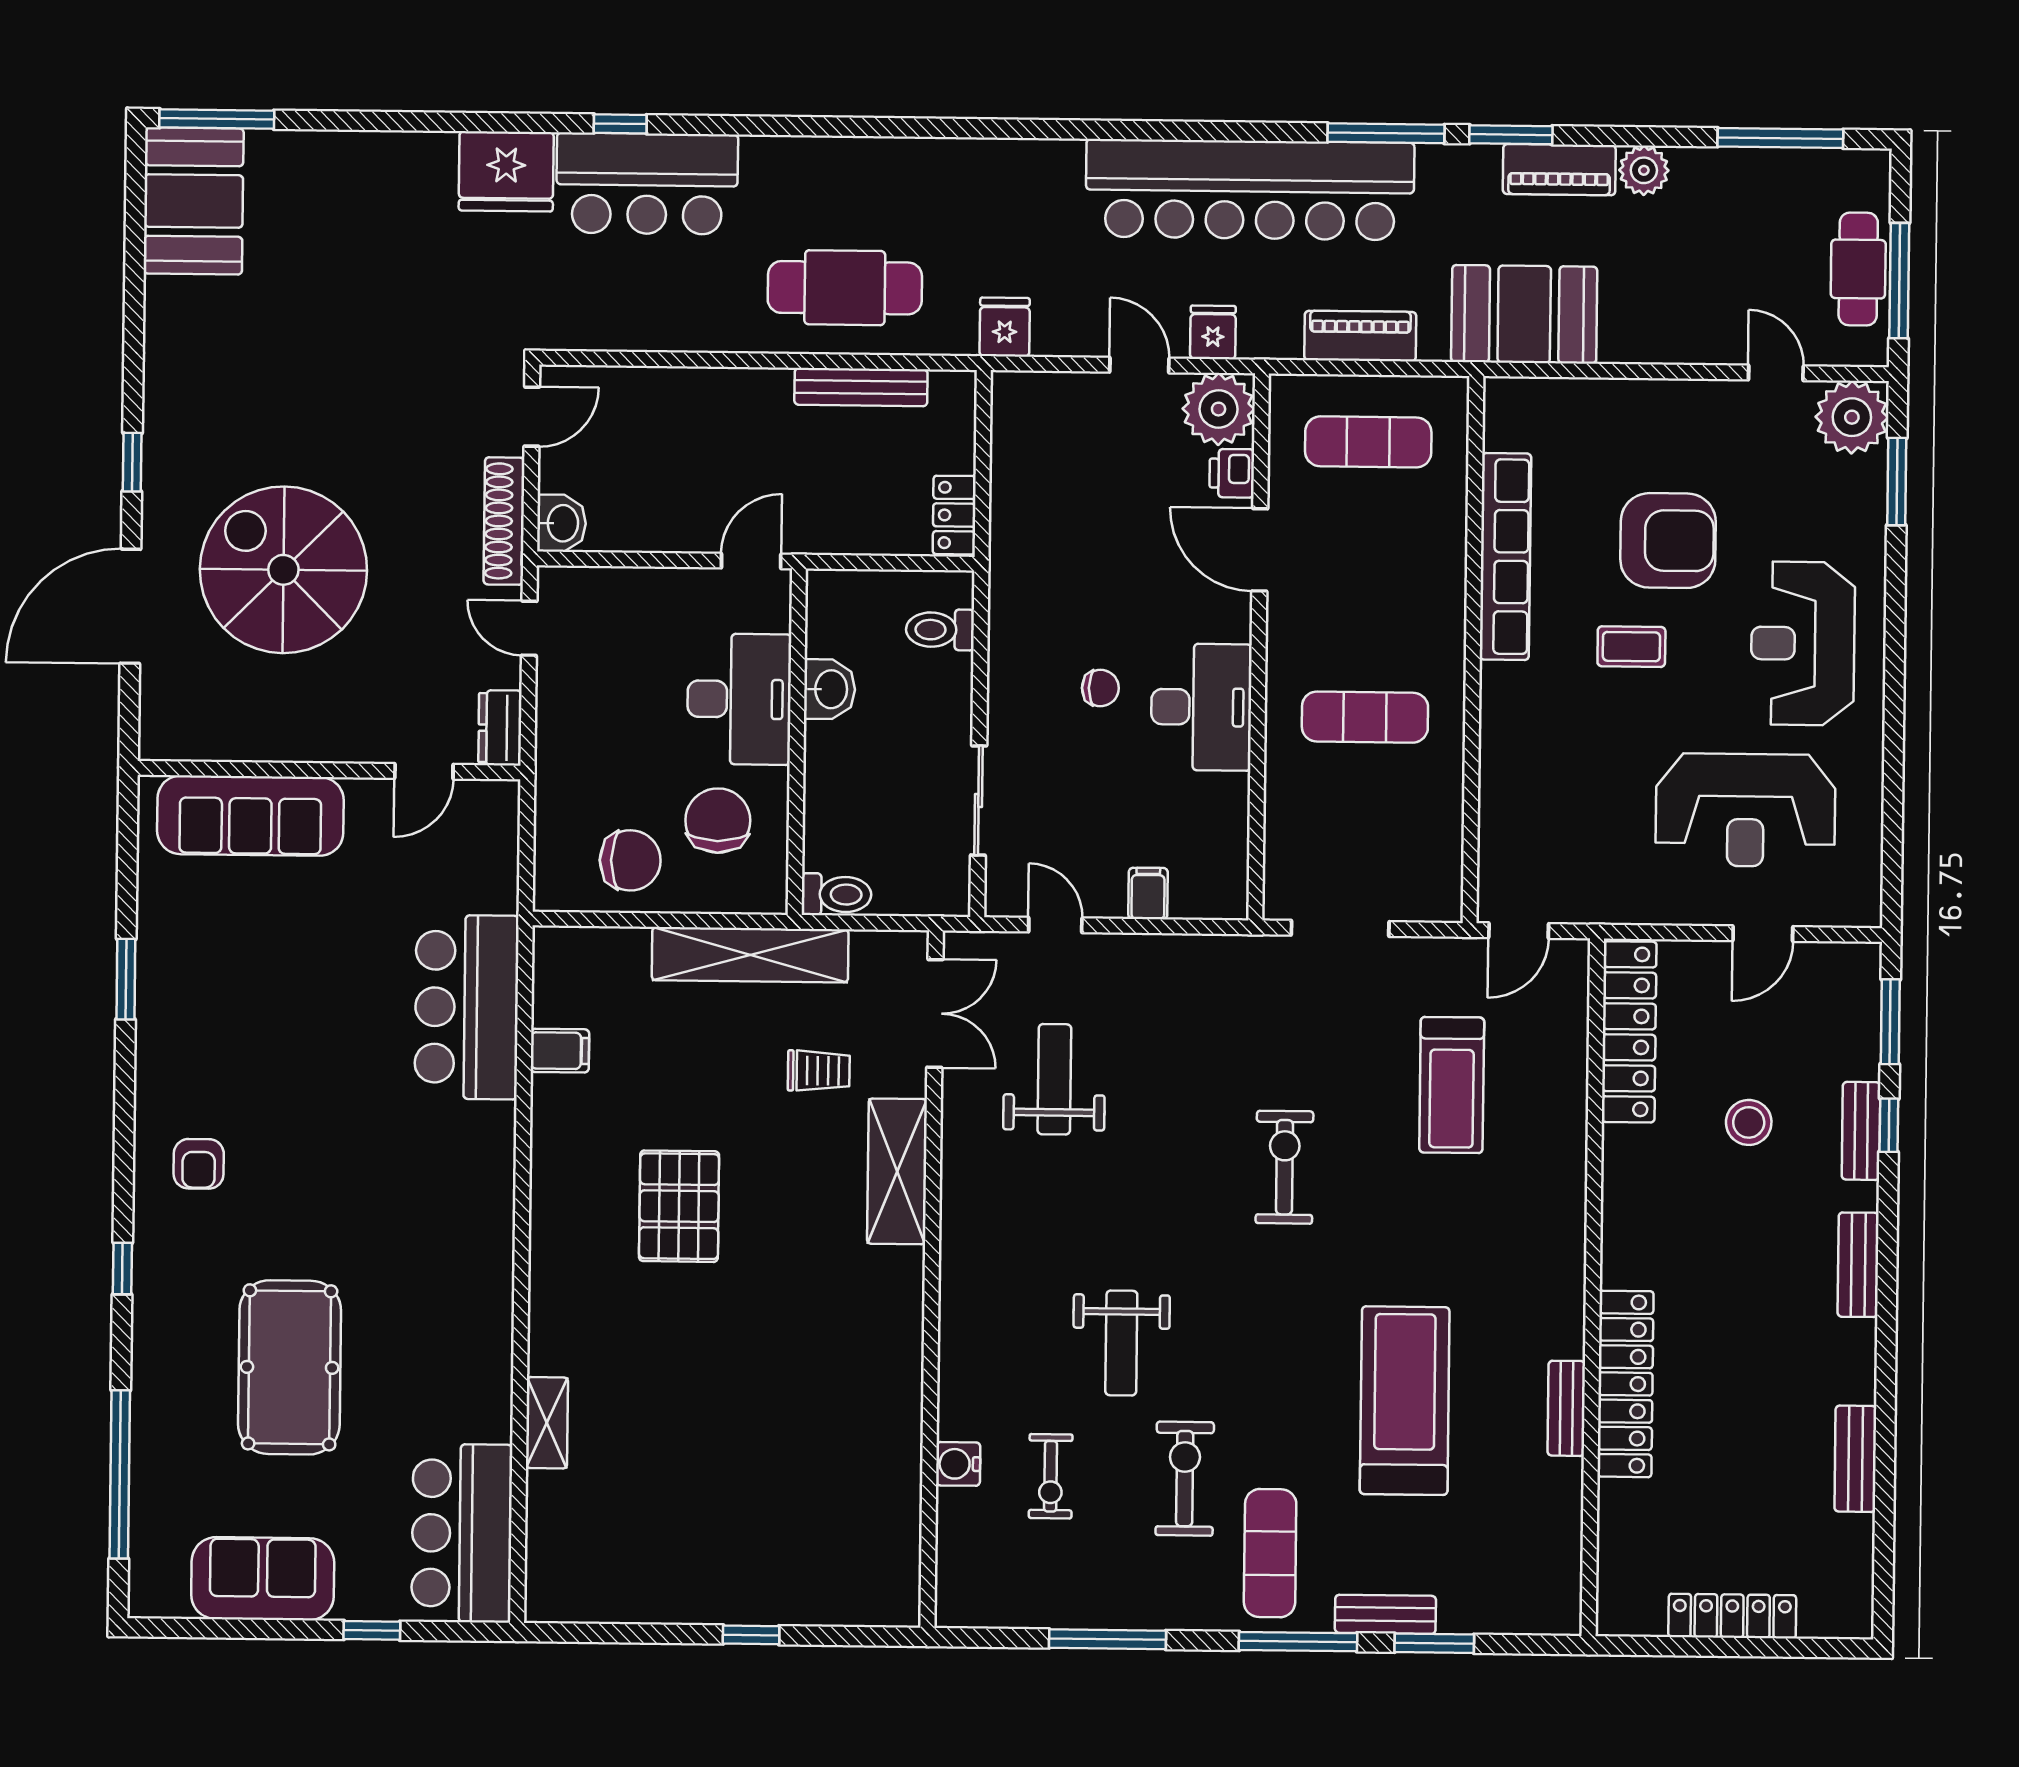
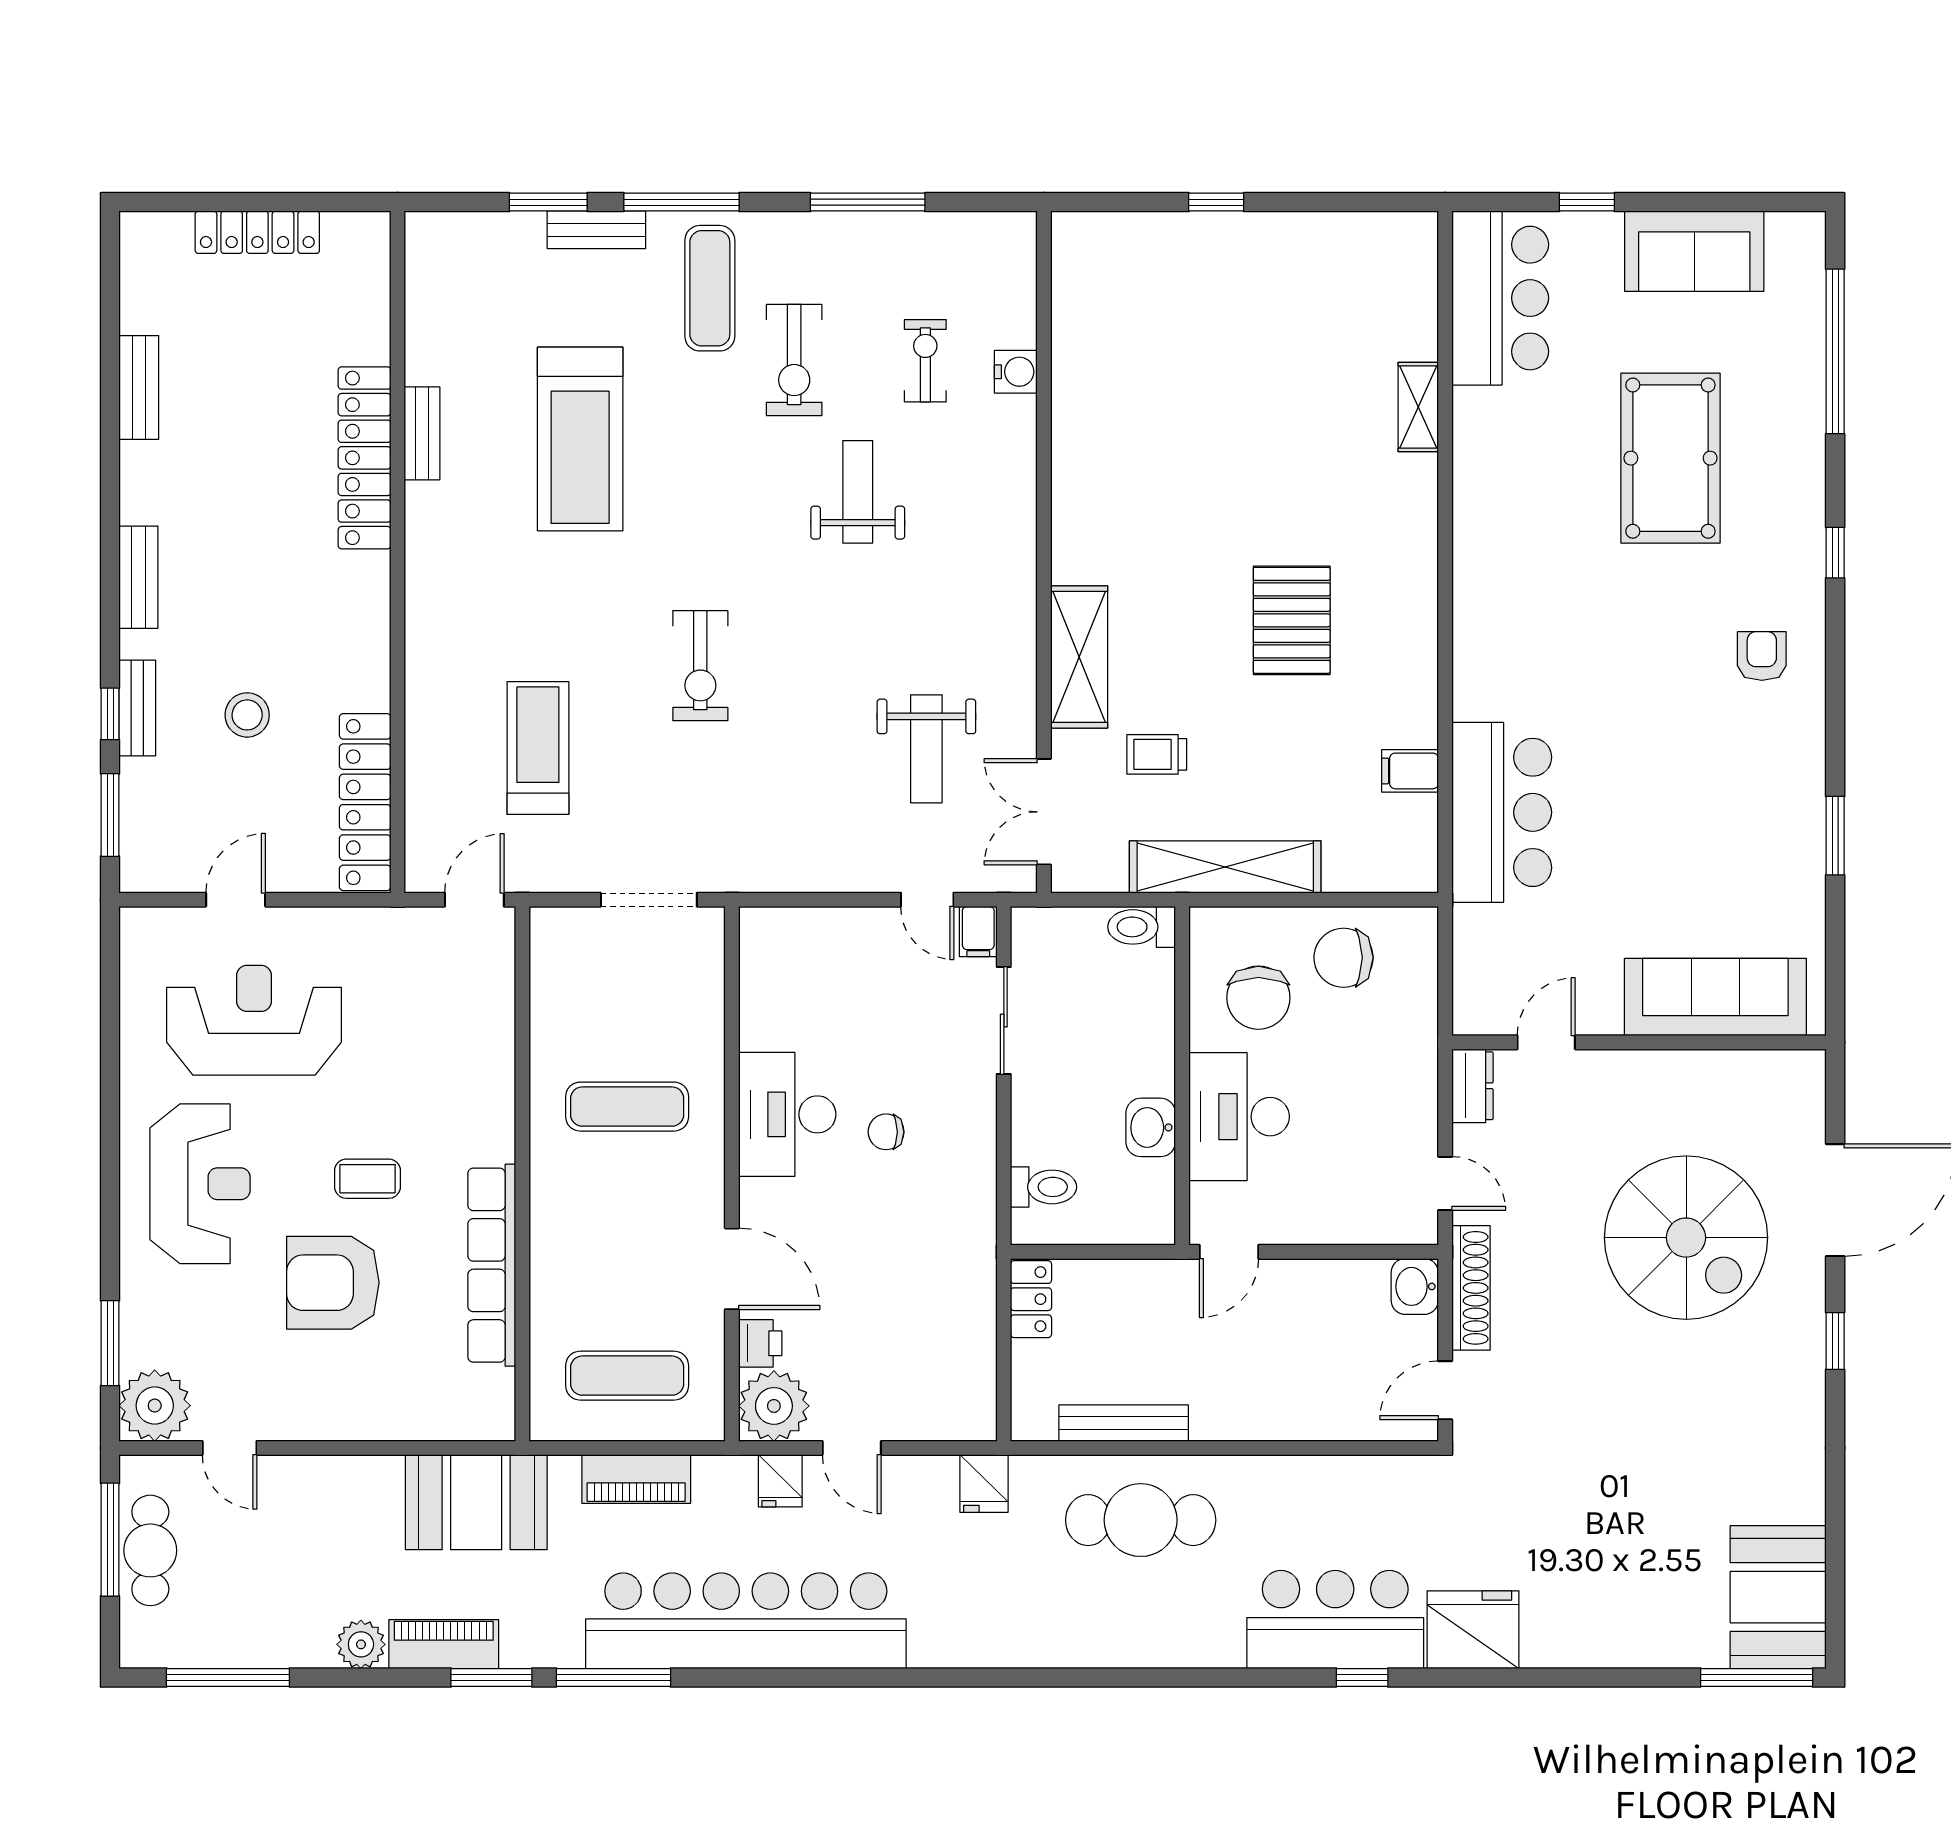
filing cabinet: (1148, 893) -> (978, 932), moved

